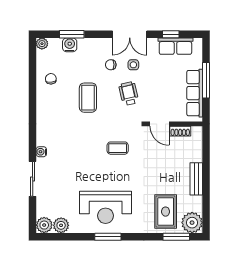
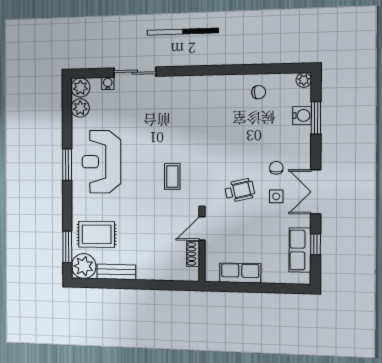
window: (206, 80) -> (256, 288), removed
row of seats: (195, 93) -> (240, 273), width x0.68
coffee table: (88, 98) -> (235, 139), removed
water cooler: (41, 152) -> (108, 83), moved
bench: (196, 179) -> (116, 272), moved

